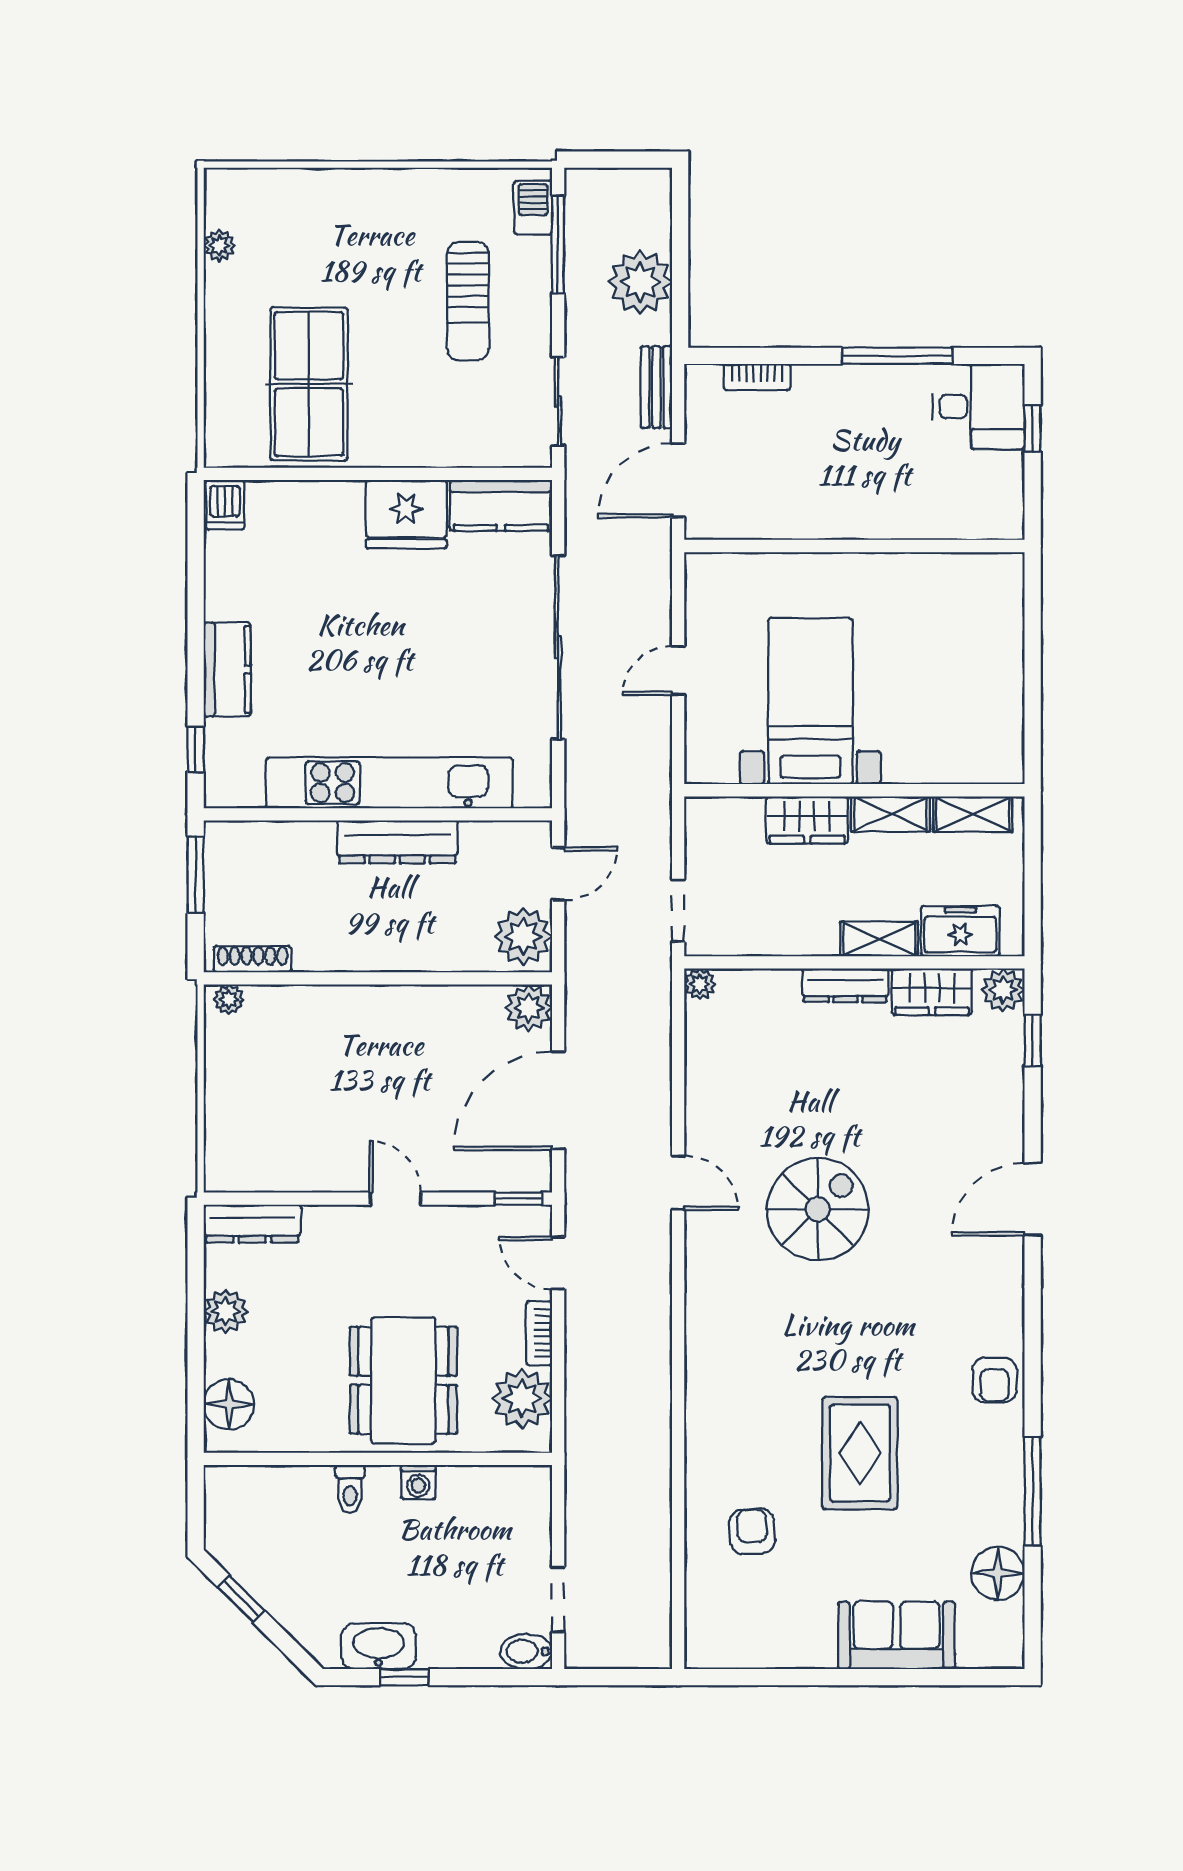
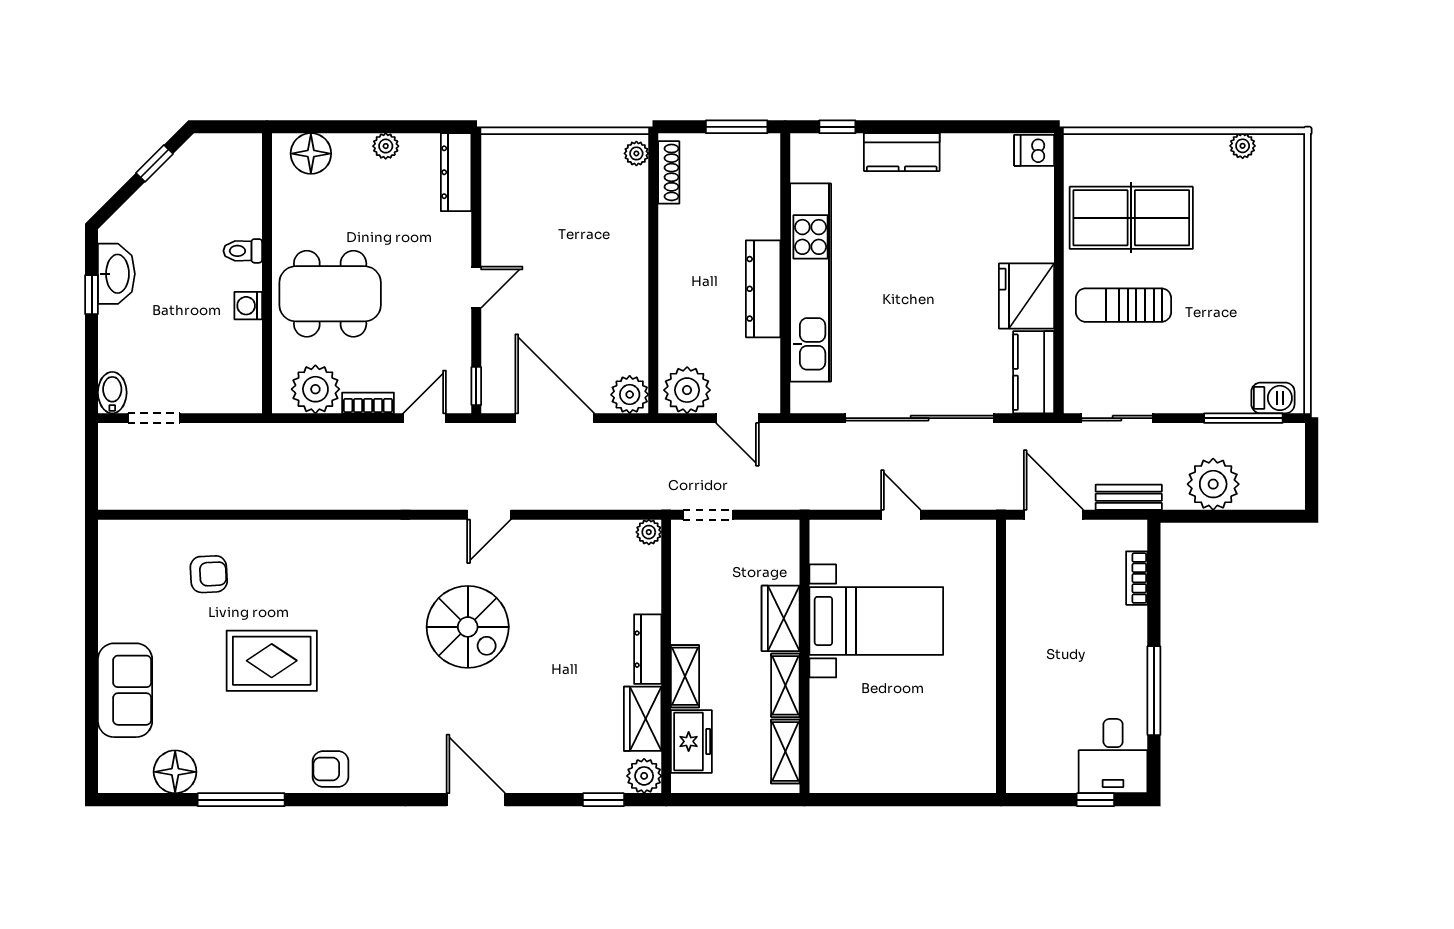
sun lounger: (468, 301) -> (1124, 305), moved
plant: (226, 1311) -> (386, 146), width x0.73, depth x0.73

